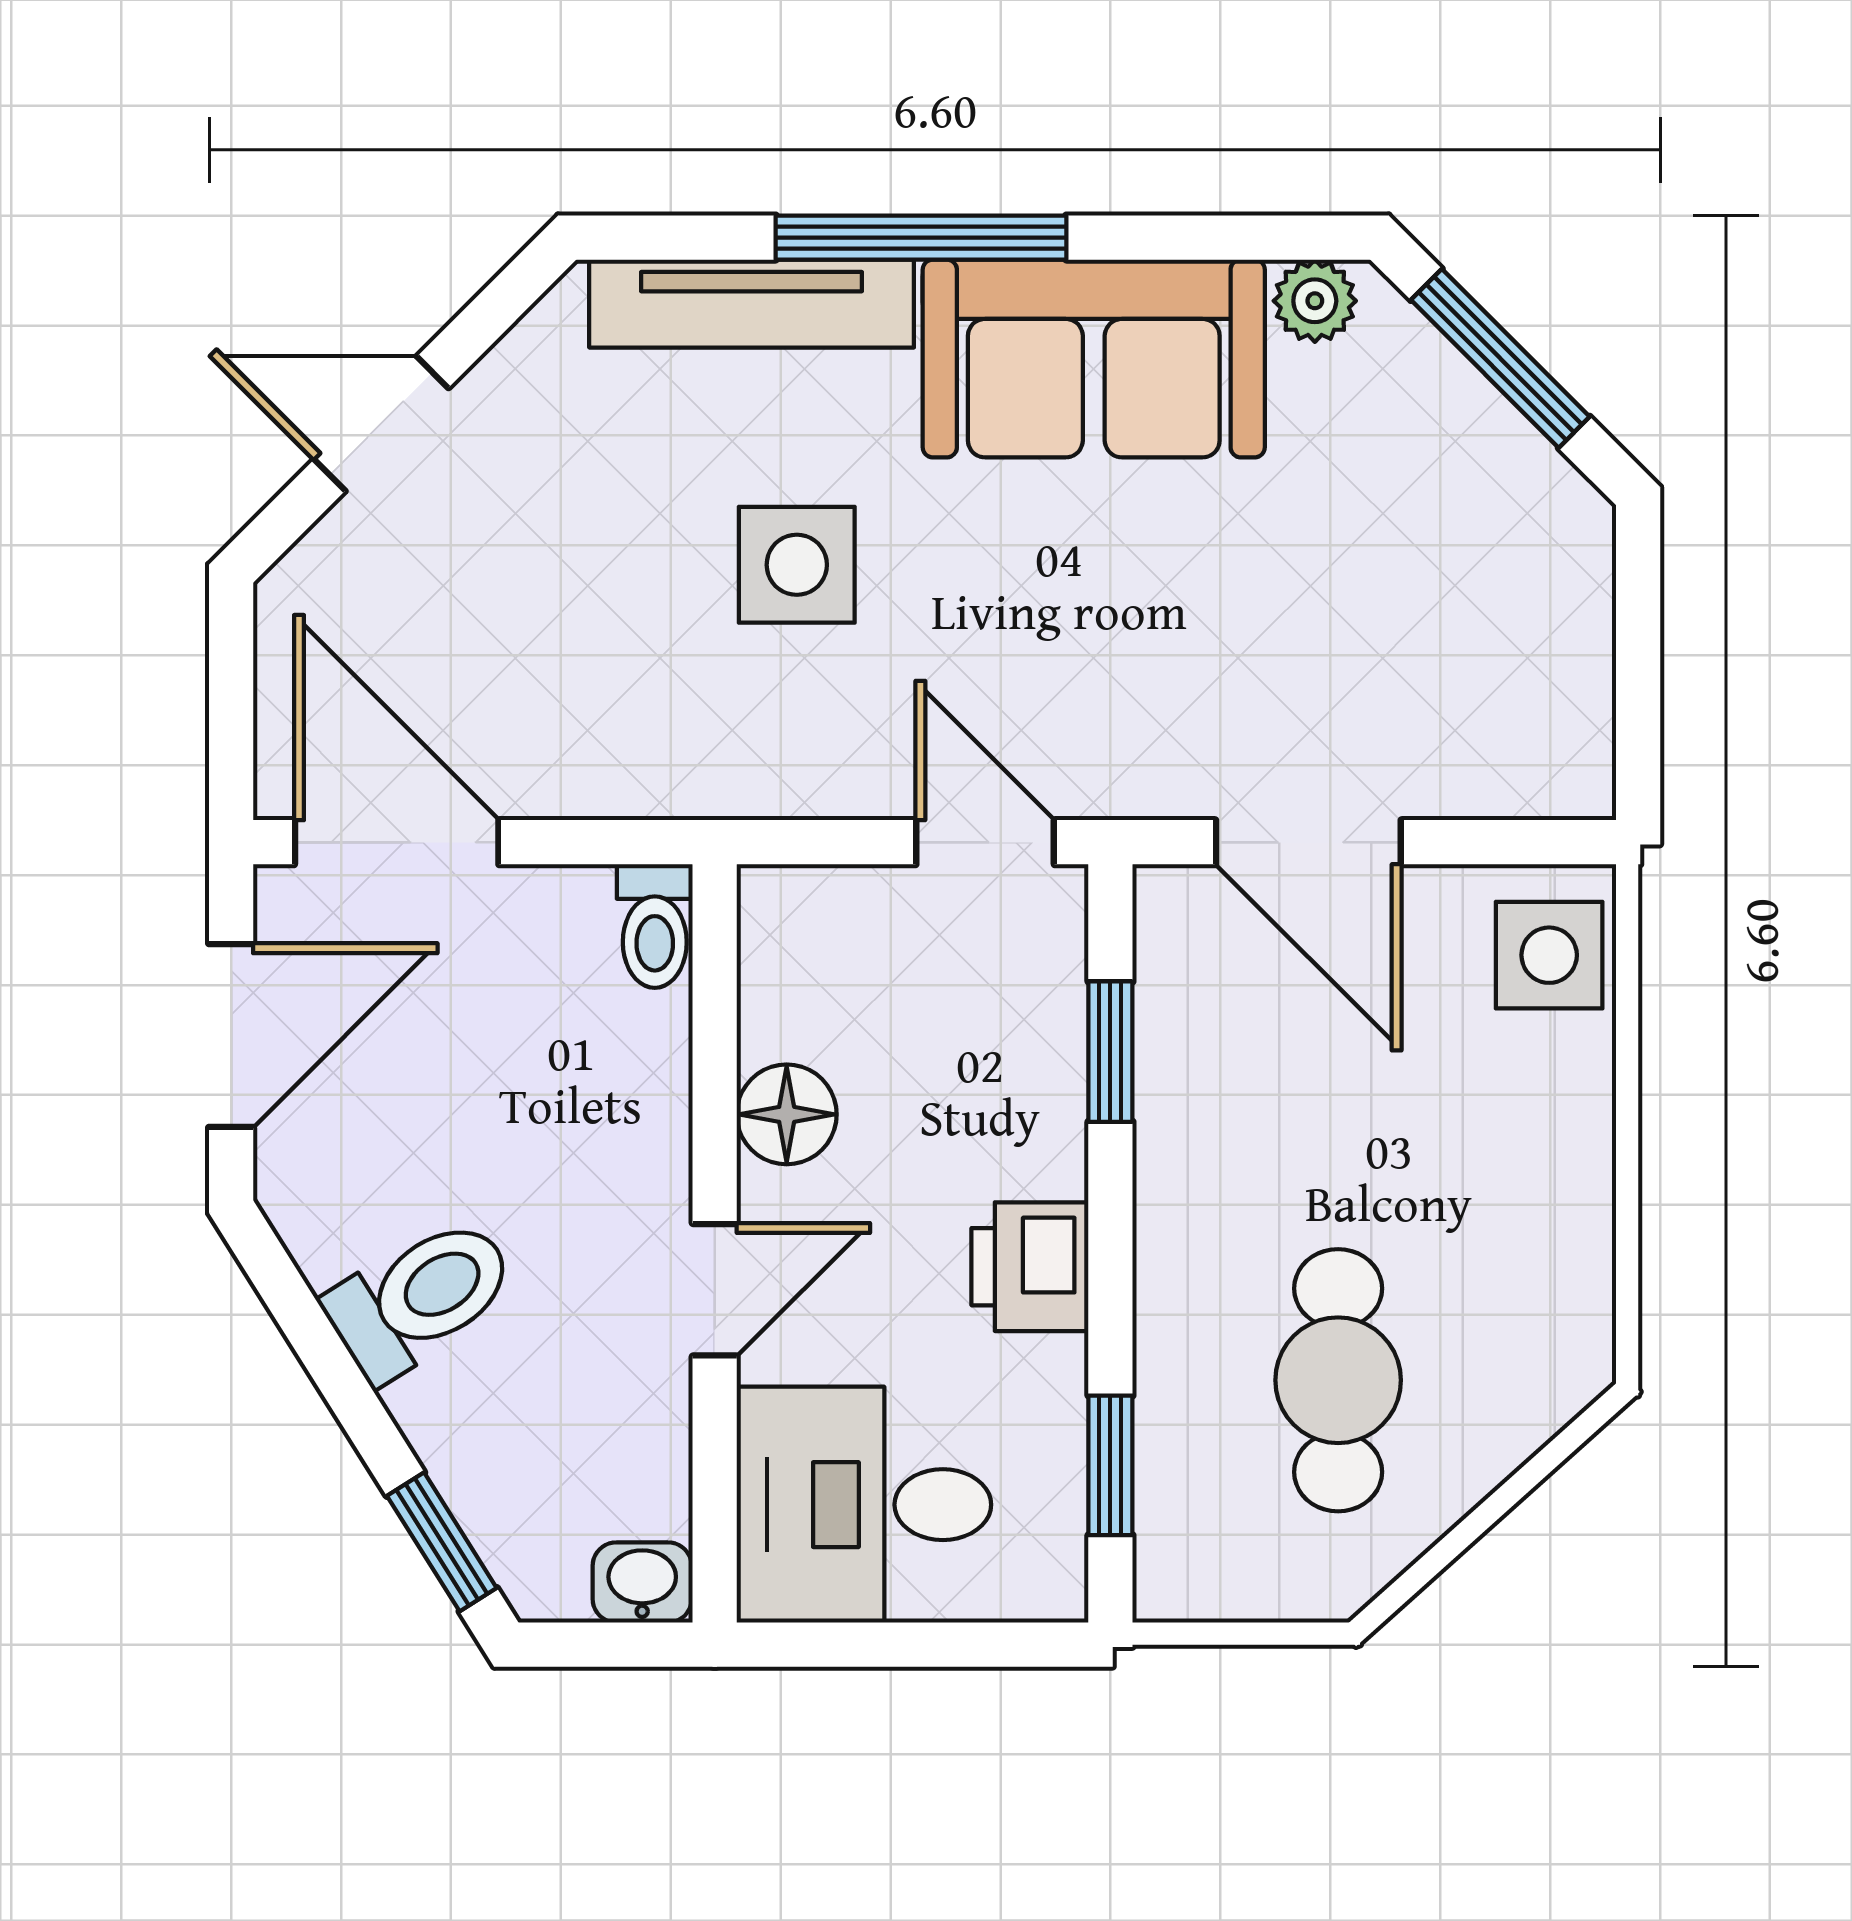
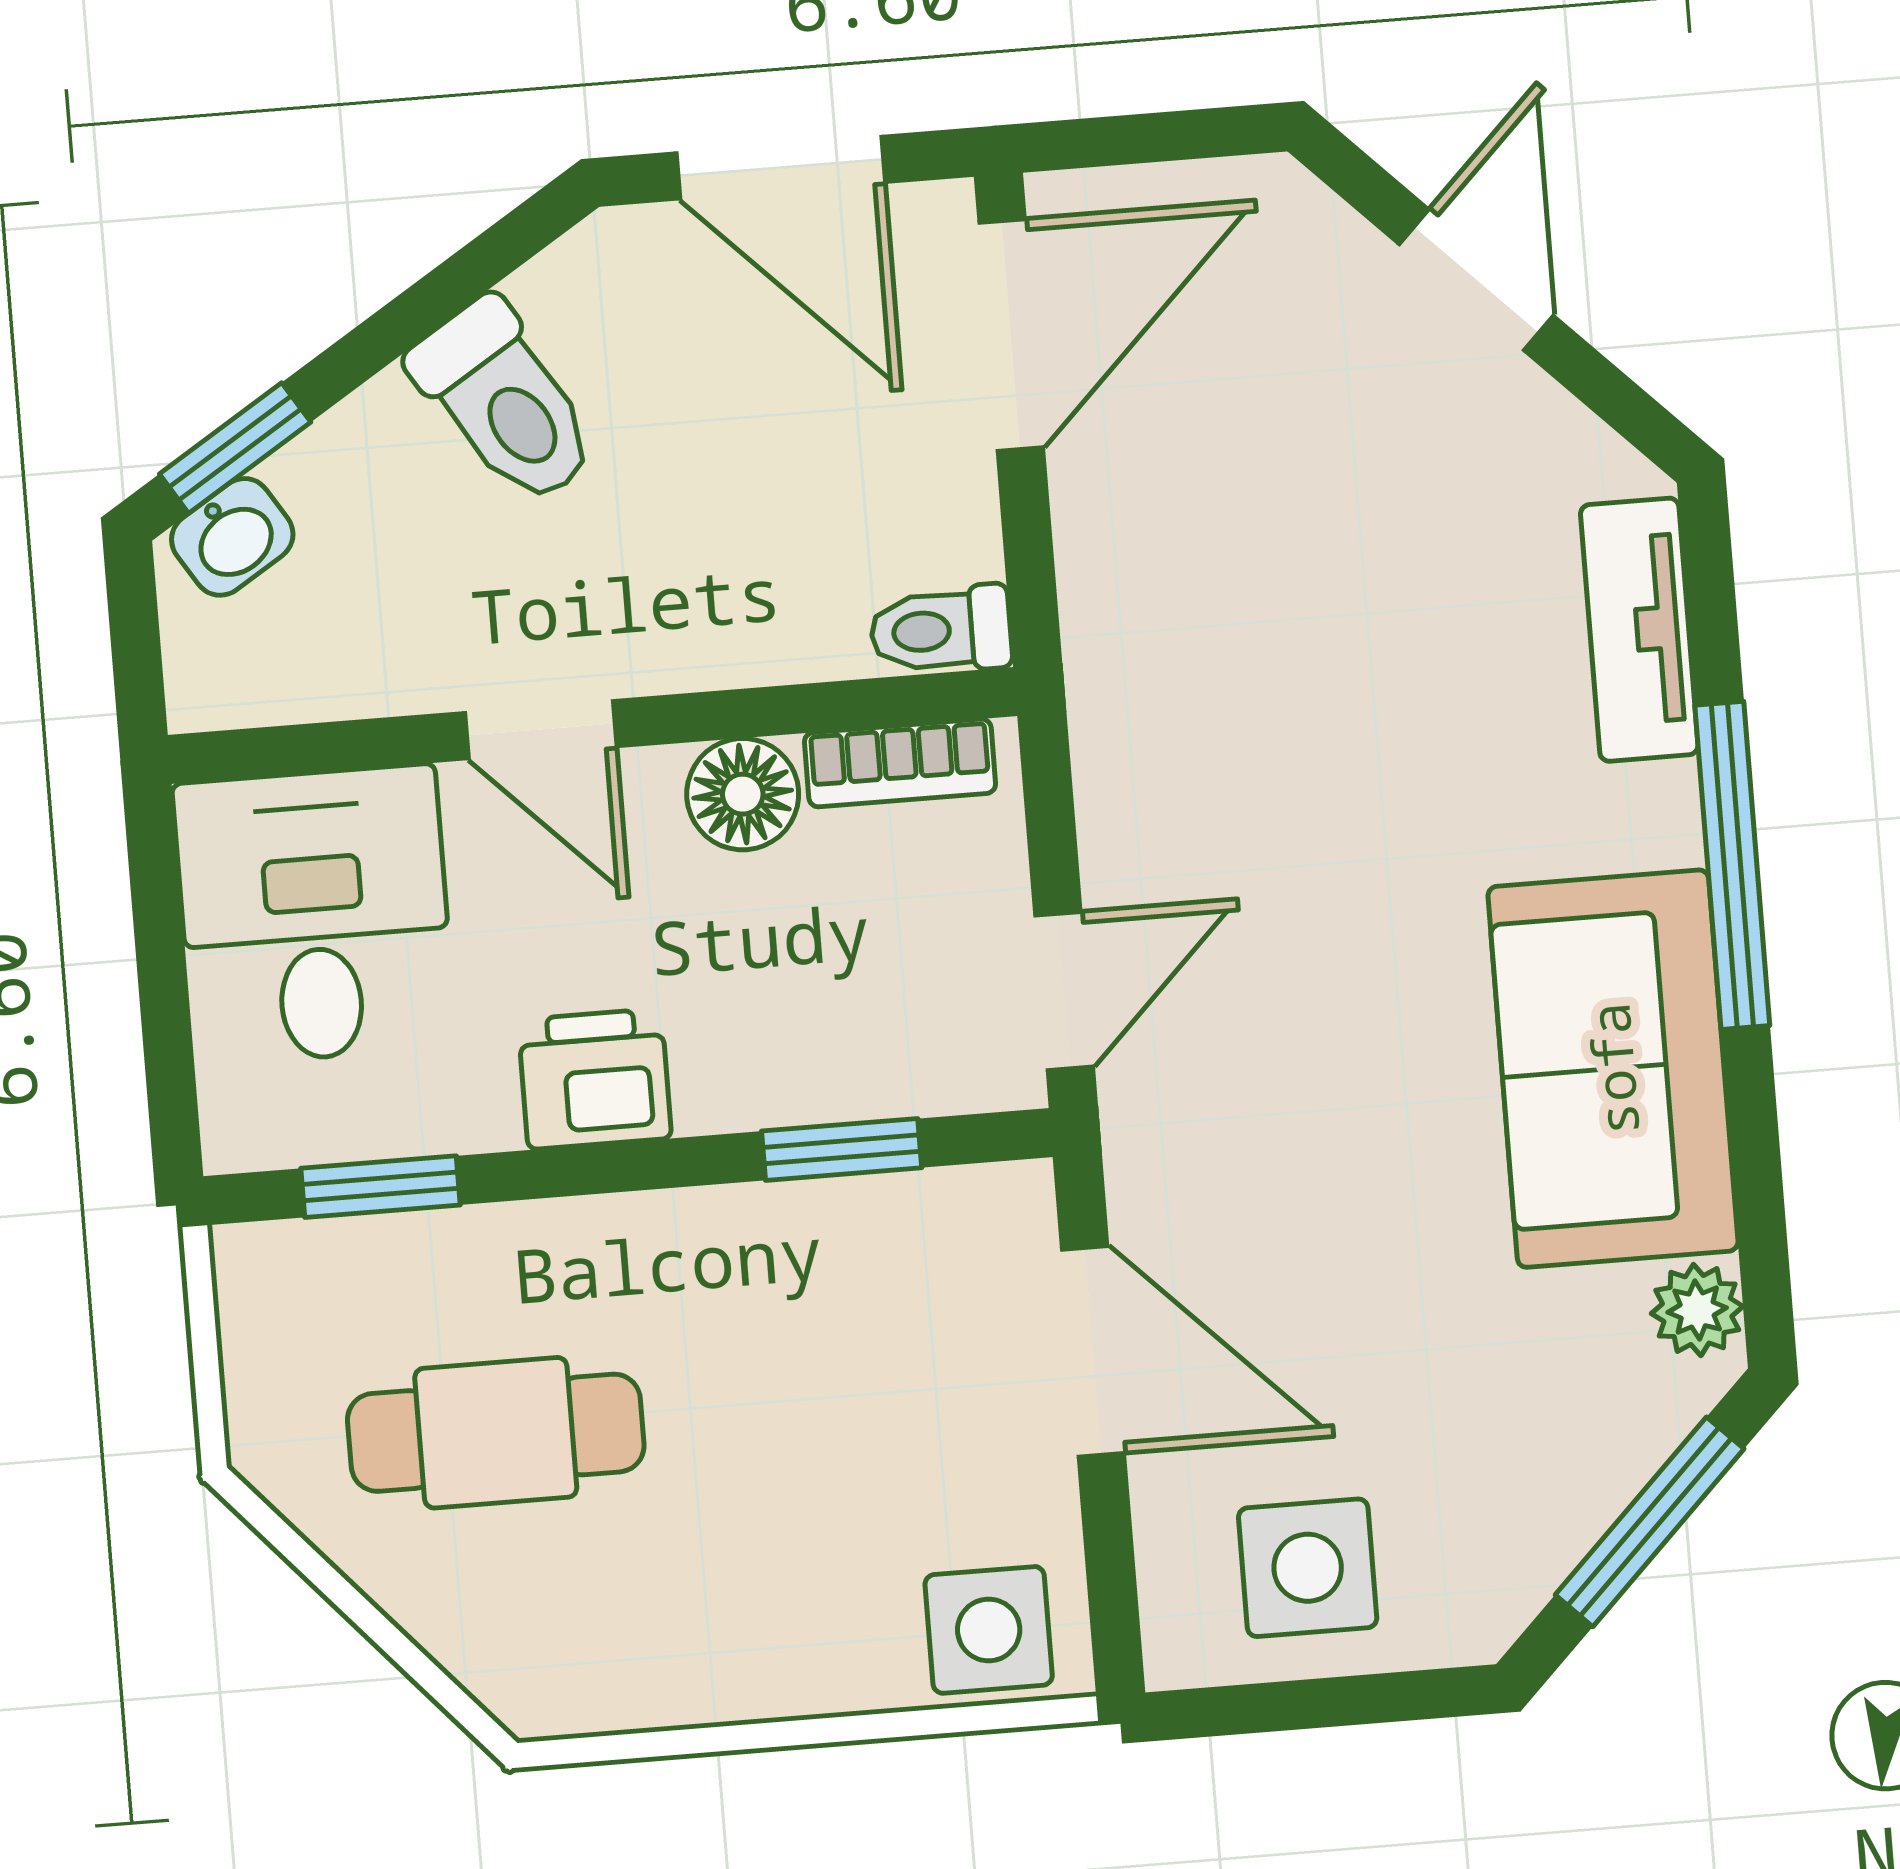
tv unit: (752, 304) -> (1639, 630), width x0.71
side table: (797, 565) -> (1308, 1568), moved
door: (1308, 842) -> (1093, 1351), swing flipped
bookcase: (770, 972) -> (900, 763), added
washbasin: (642, 1582) -> (232, 537), moved, turned 58

